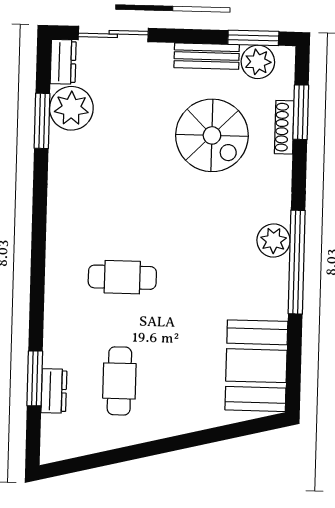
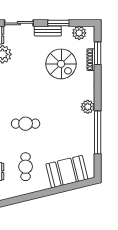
window: (253, 38) -> (58, 23), moved
bench: (207, 56) -> (48, 31), moved
window: (297, 262) -> (98, 132), moved
booth: (256, 366) -> (67, 172), moved, turned 76

